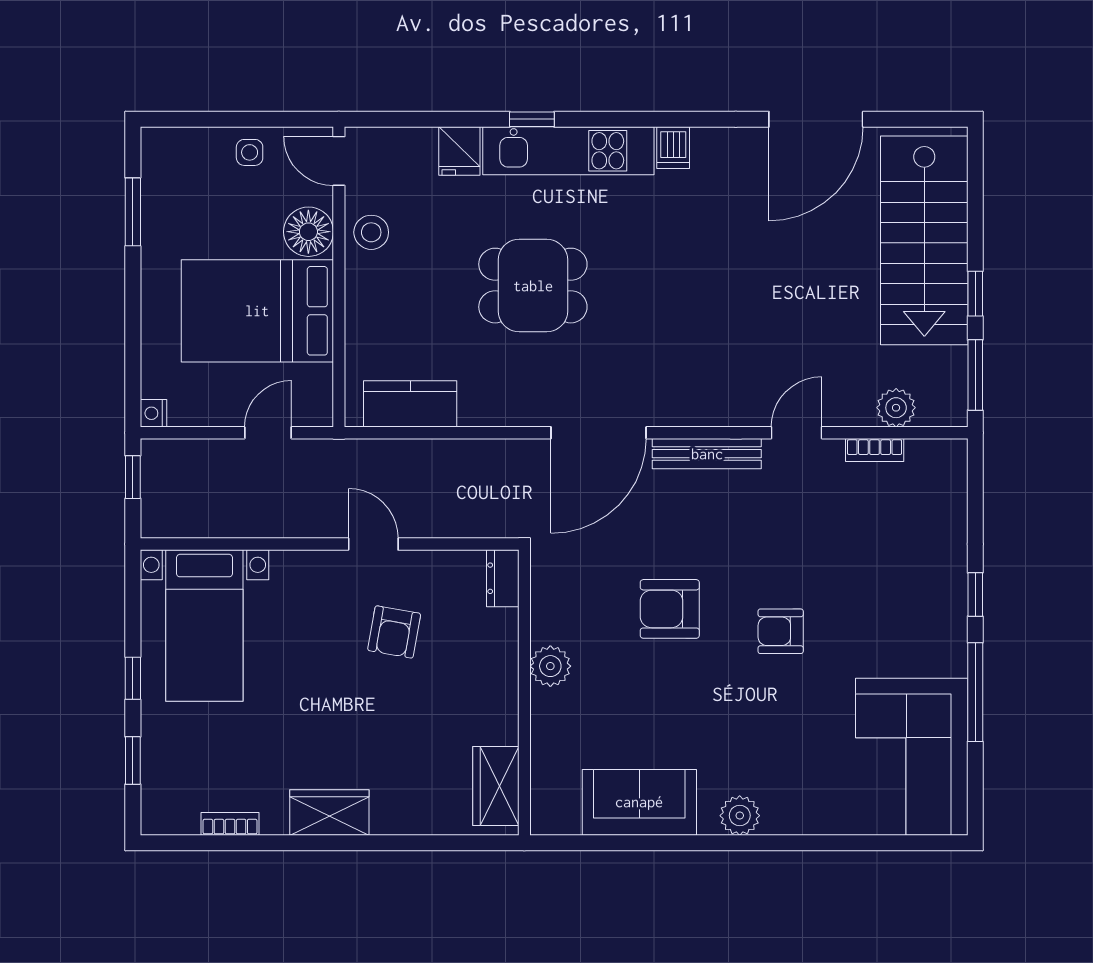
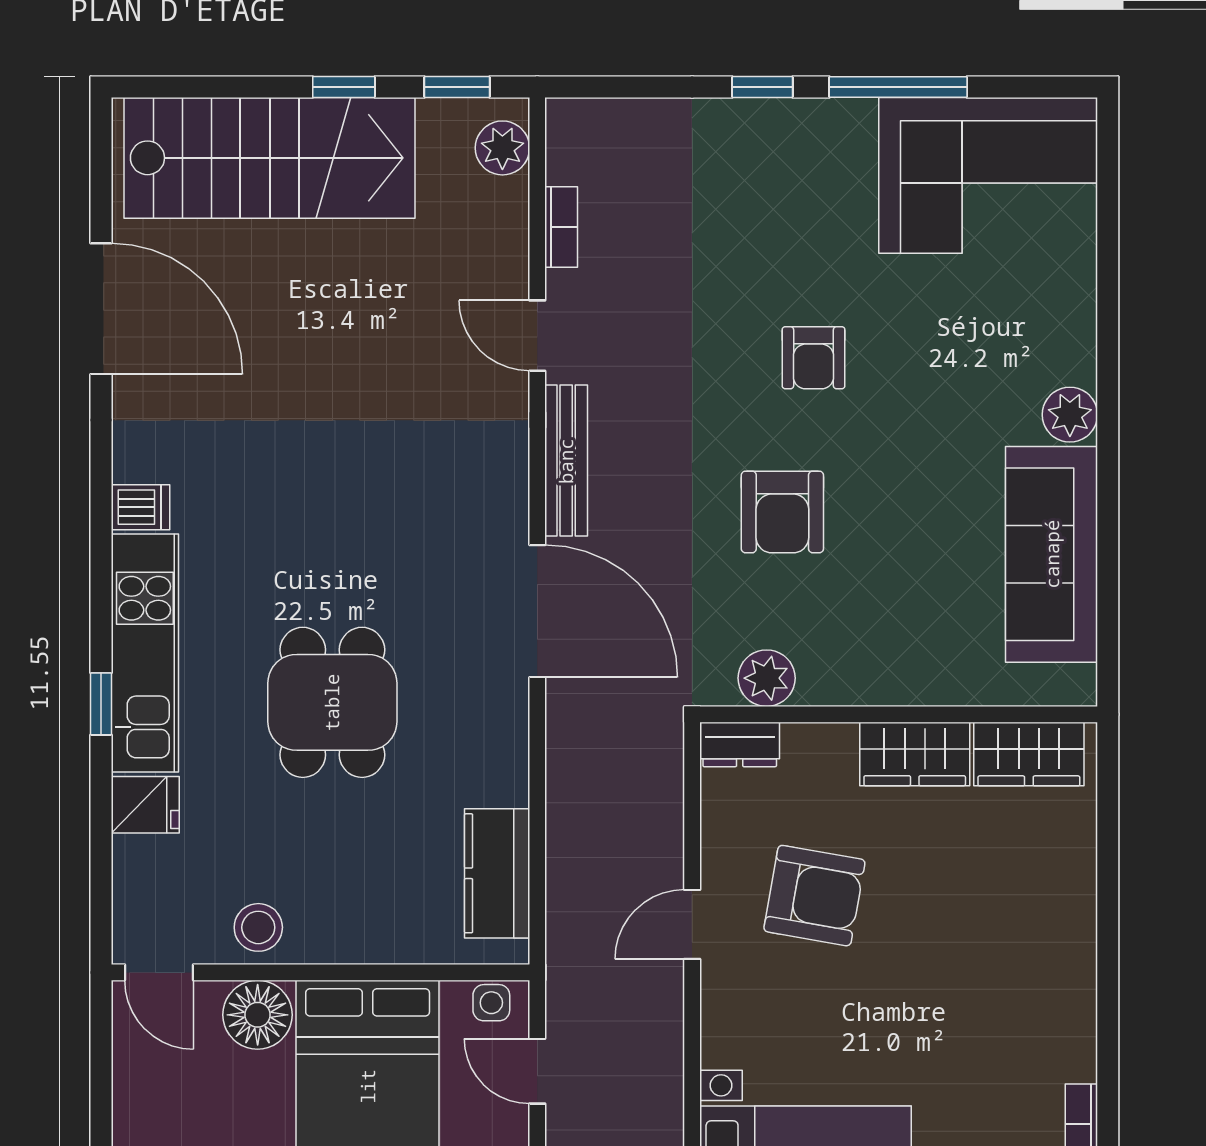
side table: (250, 152) -> (491, 1003), moved
door: (339, 161) -> (159, 972), hinge flipped
window: (975, 375) -> (457, 87), width x0.67
plant: (896, 408) -> (502, 148), moved
armchair: (394, 632) -> (814, 896), width x1.38, depth x1.38
plant: (550, 666) -> (767, 678), moved
sofa: (639, 802) -> (1052, 554), width x1.36
wardrobe: (329, 812) -> (915, 754), moved, turned -90

